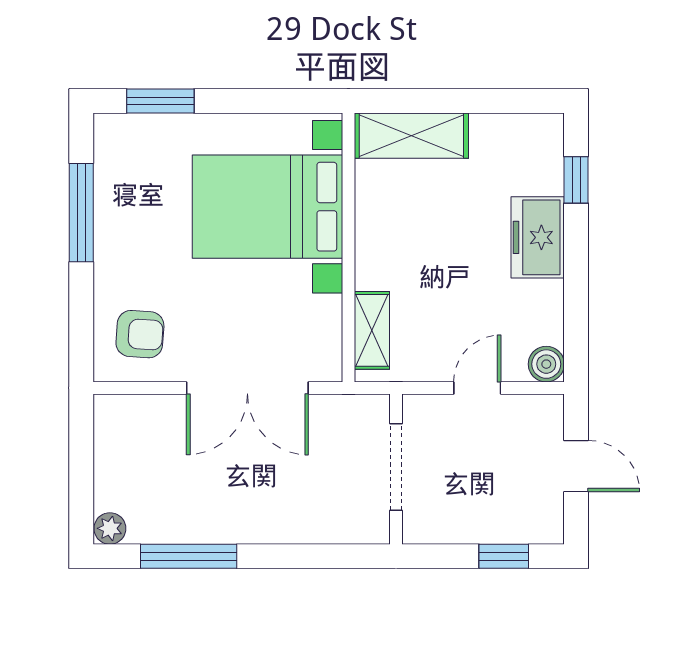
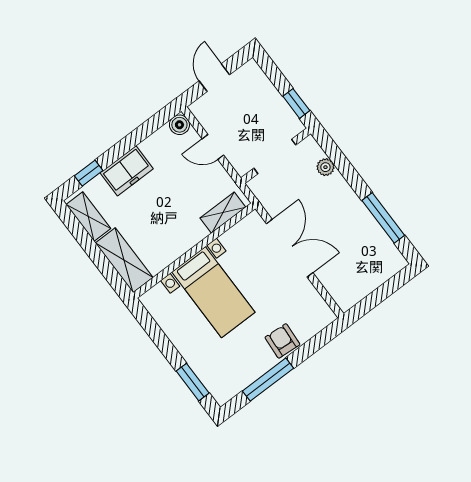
shelving: (514, 132) -> (88, 217), added
bed with nightstands: (268, 207) -> (213, 292), width x0.73
armchair: (140, 334) -> (282, 341), moved
plant: (110, 528) -> (325, 167), moved
window: (504, 556) -> (296, 103), moved

